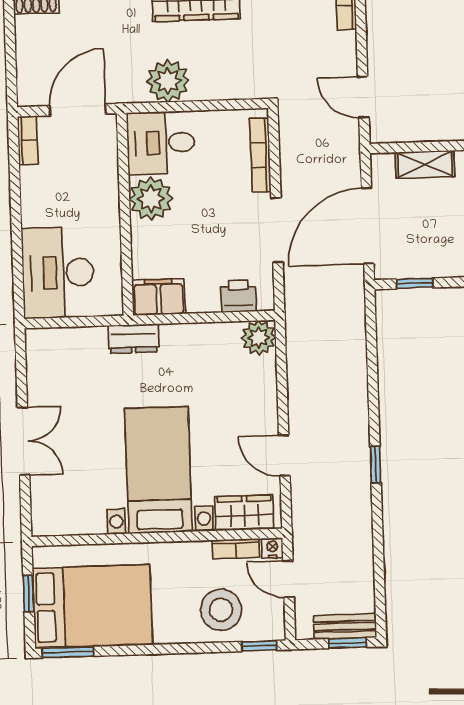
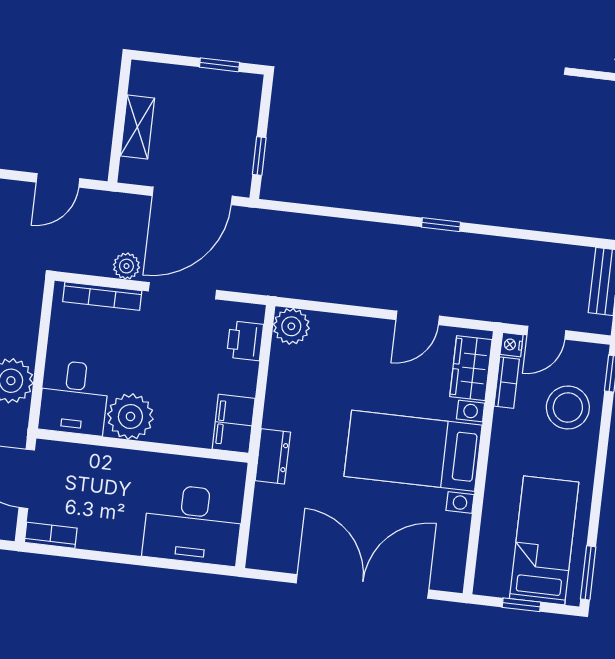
plant: (292, 174) -> (126, 266), added
door: (368, 226) -> (192, 196), hinge flipped
double door: (23, 441) -> (362, 586), width x1.87
bed: (92, 606) -> (544, 540), width x0.67

